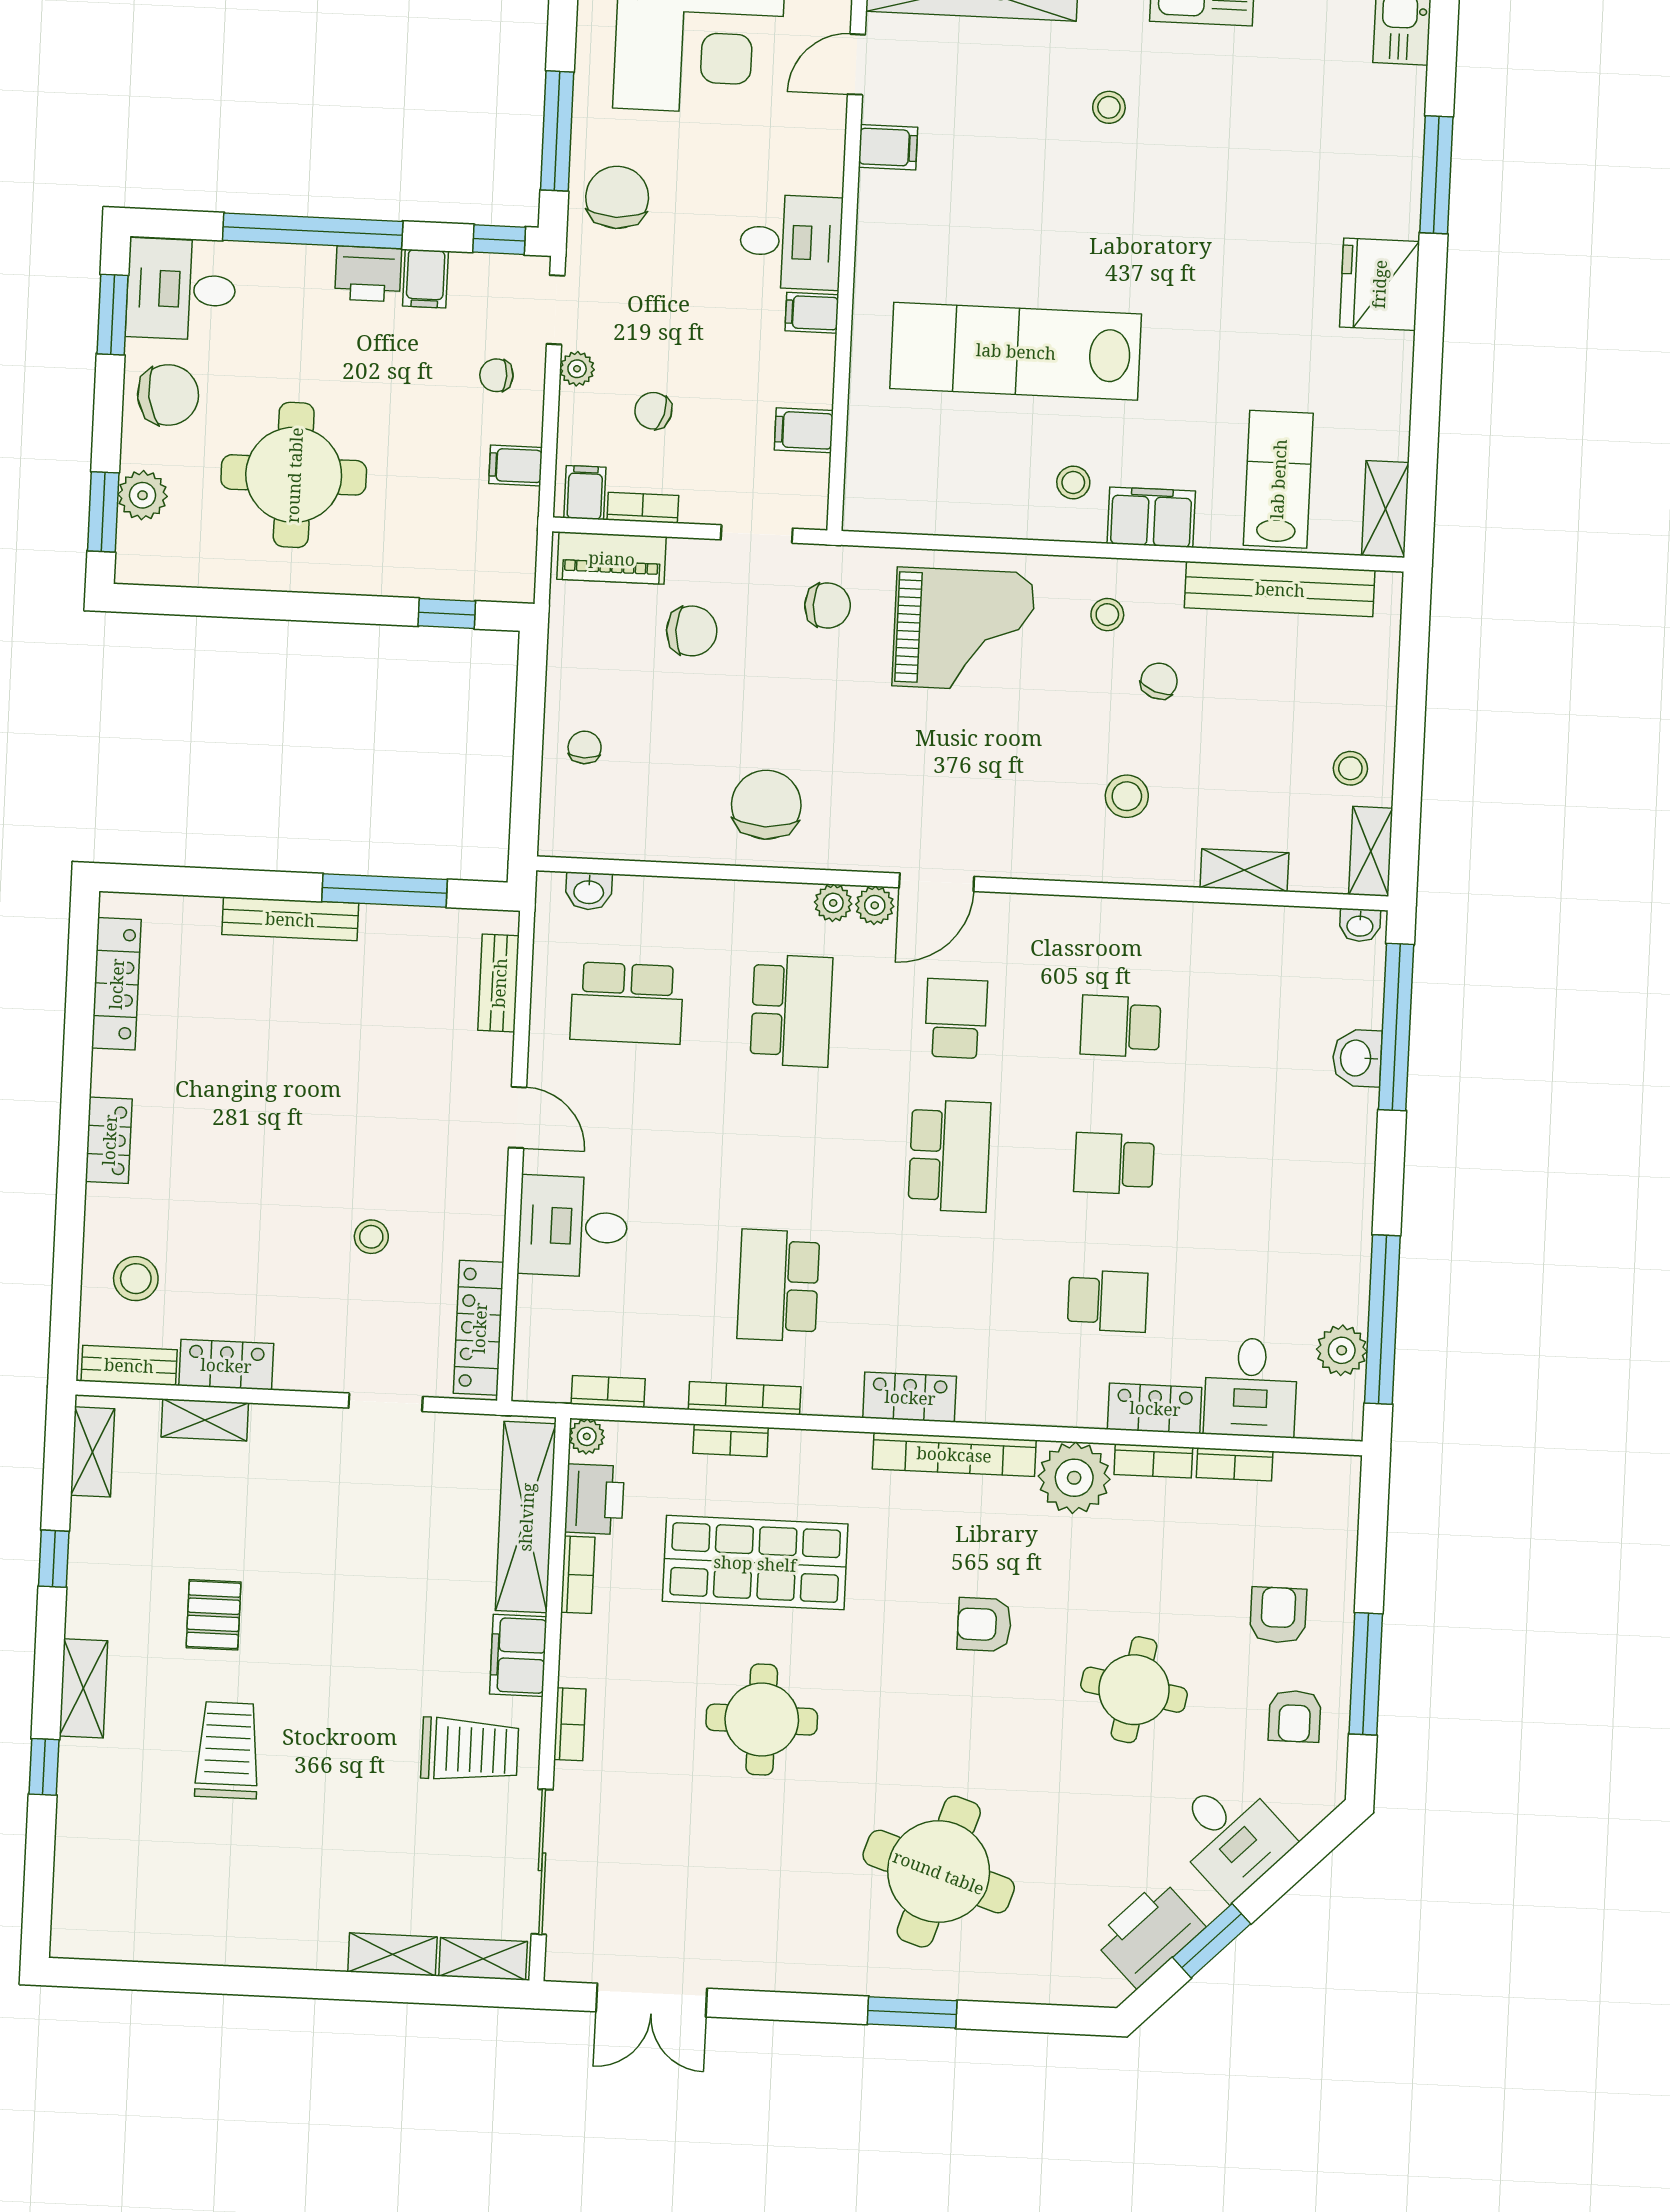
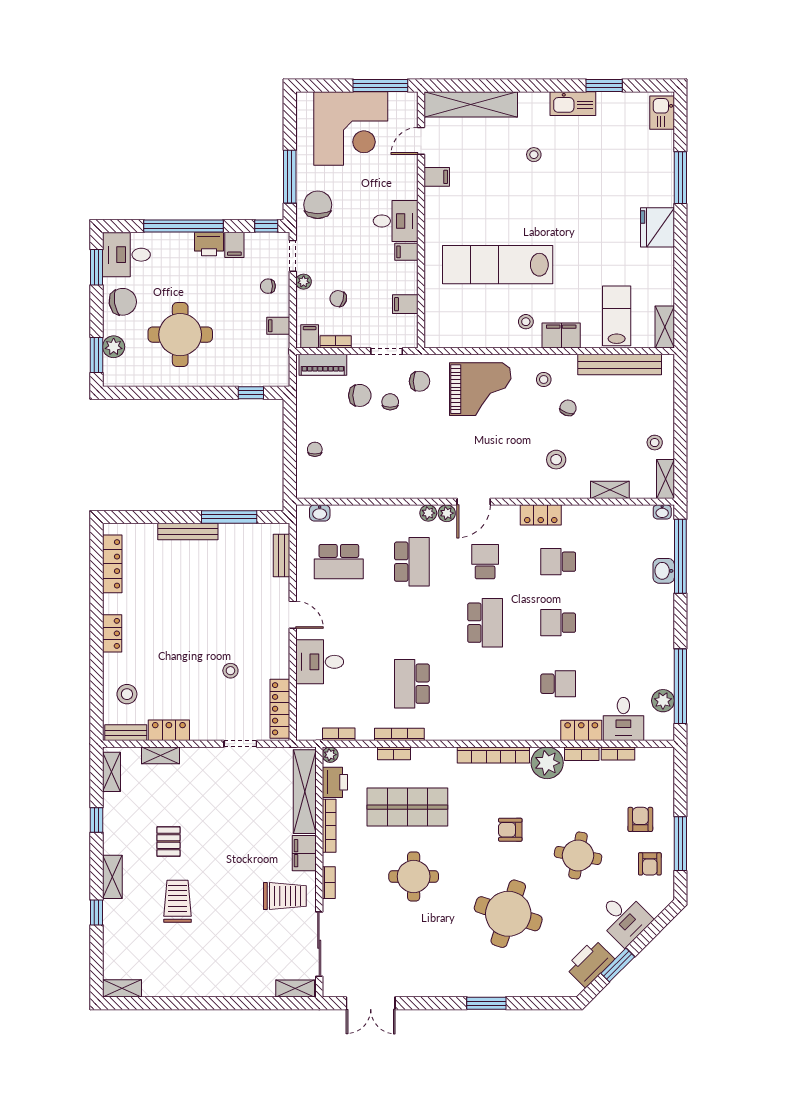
chair: (766, 805) -> (390, 402), moved, width x0.54, depth x0.54
locker: (910, 1397) -> (541, 515), moved, turned 180
bookcase: (578, 1575) -> (329, 826), width x1.56
round table: (939, 1872) -> (508, 914), moved
shelving: (392, 1954) -> (122, 988), moved

